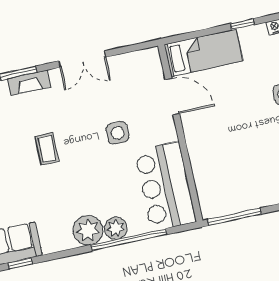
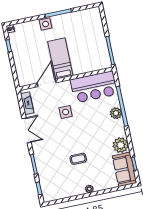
bed: (204, 53) -> (60, 59), moved
fireplace: (29, 83) -> (27, 103), moved
coffee table: (47, 149) -> (78, 159), moved
plant: (88, 230) -> (121, 145), moved

